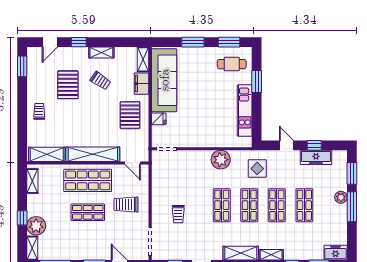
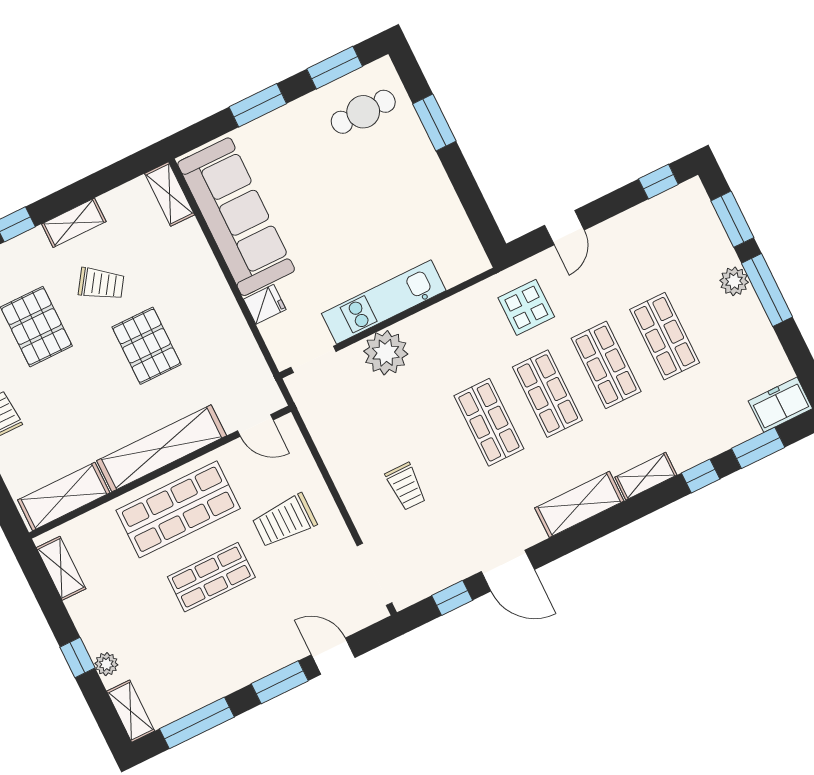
filing cabinet: (141, 84) -> (191, 247), removed
kitchen unit: (245, 111) -> (384, 302), moved, turned 90
pallet: (130, 115) -> (147, 346), moved
door: (287, 145) -> (564, 228), swing flipped
window: (314, 145) -> (658, 182), moved
freezer: (316, 157) -> (640, 223), removed
plant: (221, 160) -> (386, 353), moved
plant: (36, 226) -> (106, 664), width x0.53, depth x0.53

